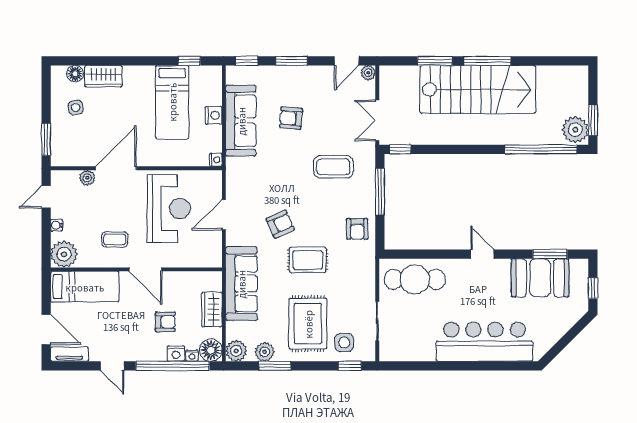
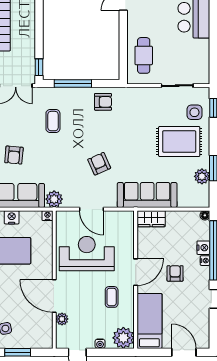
window: (46, 139) -> (18, 352), moved
coffee table: (333, 167) -> (53, 121), width x0.73, depth x0.77
rug: (308, 260) -> (128, 142), removed
cafe table: (415, 279) -> (144, 55), width x0.73, depth x0.74
wardrobe: (212, 309) -> (151, 219), moved
armchair: (165, 322) -> (175, 273), moved
door: (46, 329) -> (184, 352), hinge flipped
floor lamp: (211, 350) -> (205, 215), width x0.53, depth x0.53
plant: (236, 351) -> (54, 199), moved
tv unit: (69, 354) -> (204, 333), removed
nightstand: (192, 356) -> (205, 261), moved

